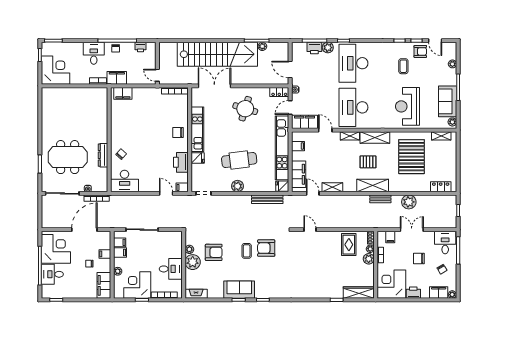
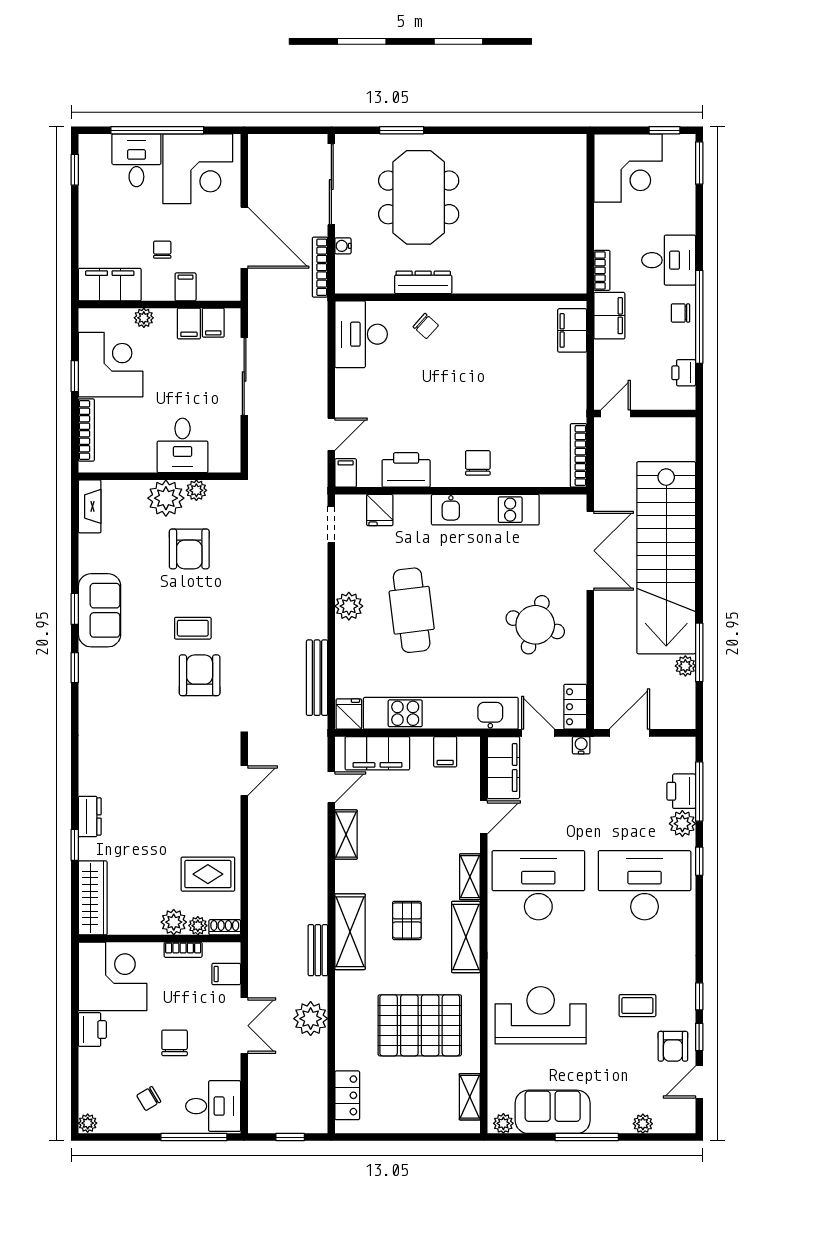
fridge: (198, 158) -> (380, 510), moved
desk: (171, 269) -> (183, 445), moved
filing cabinet: (439, 292) -> (93, 1090), removed
dresser: (325, 294) -> (90, 816), added

